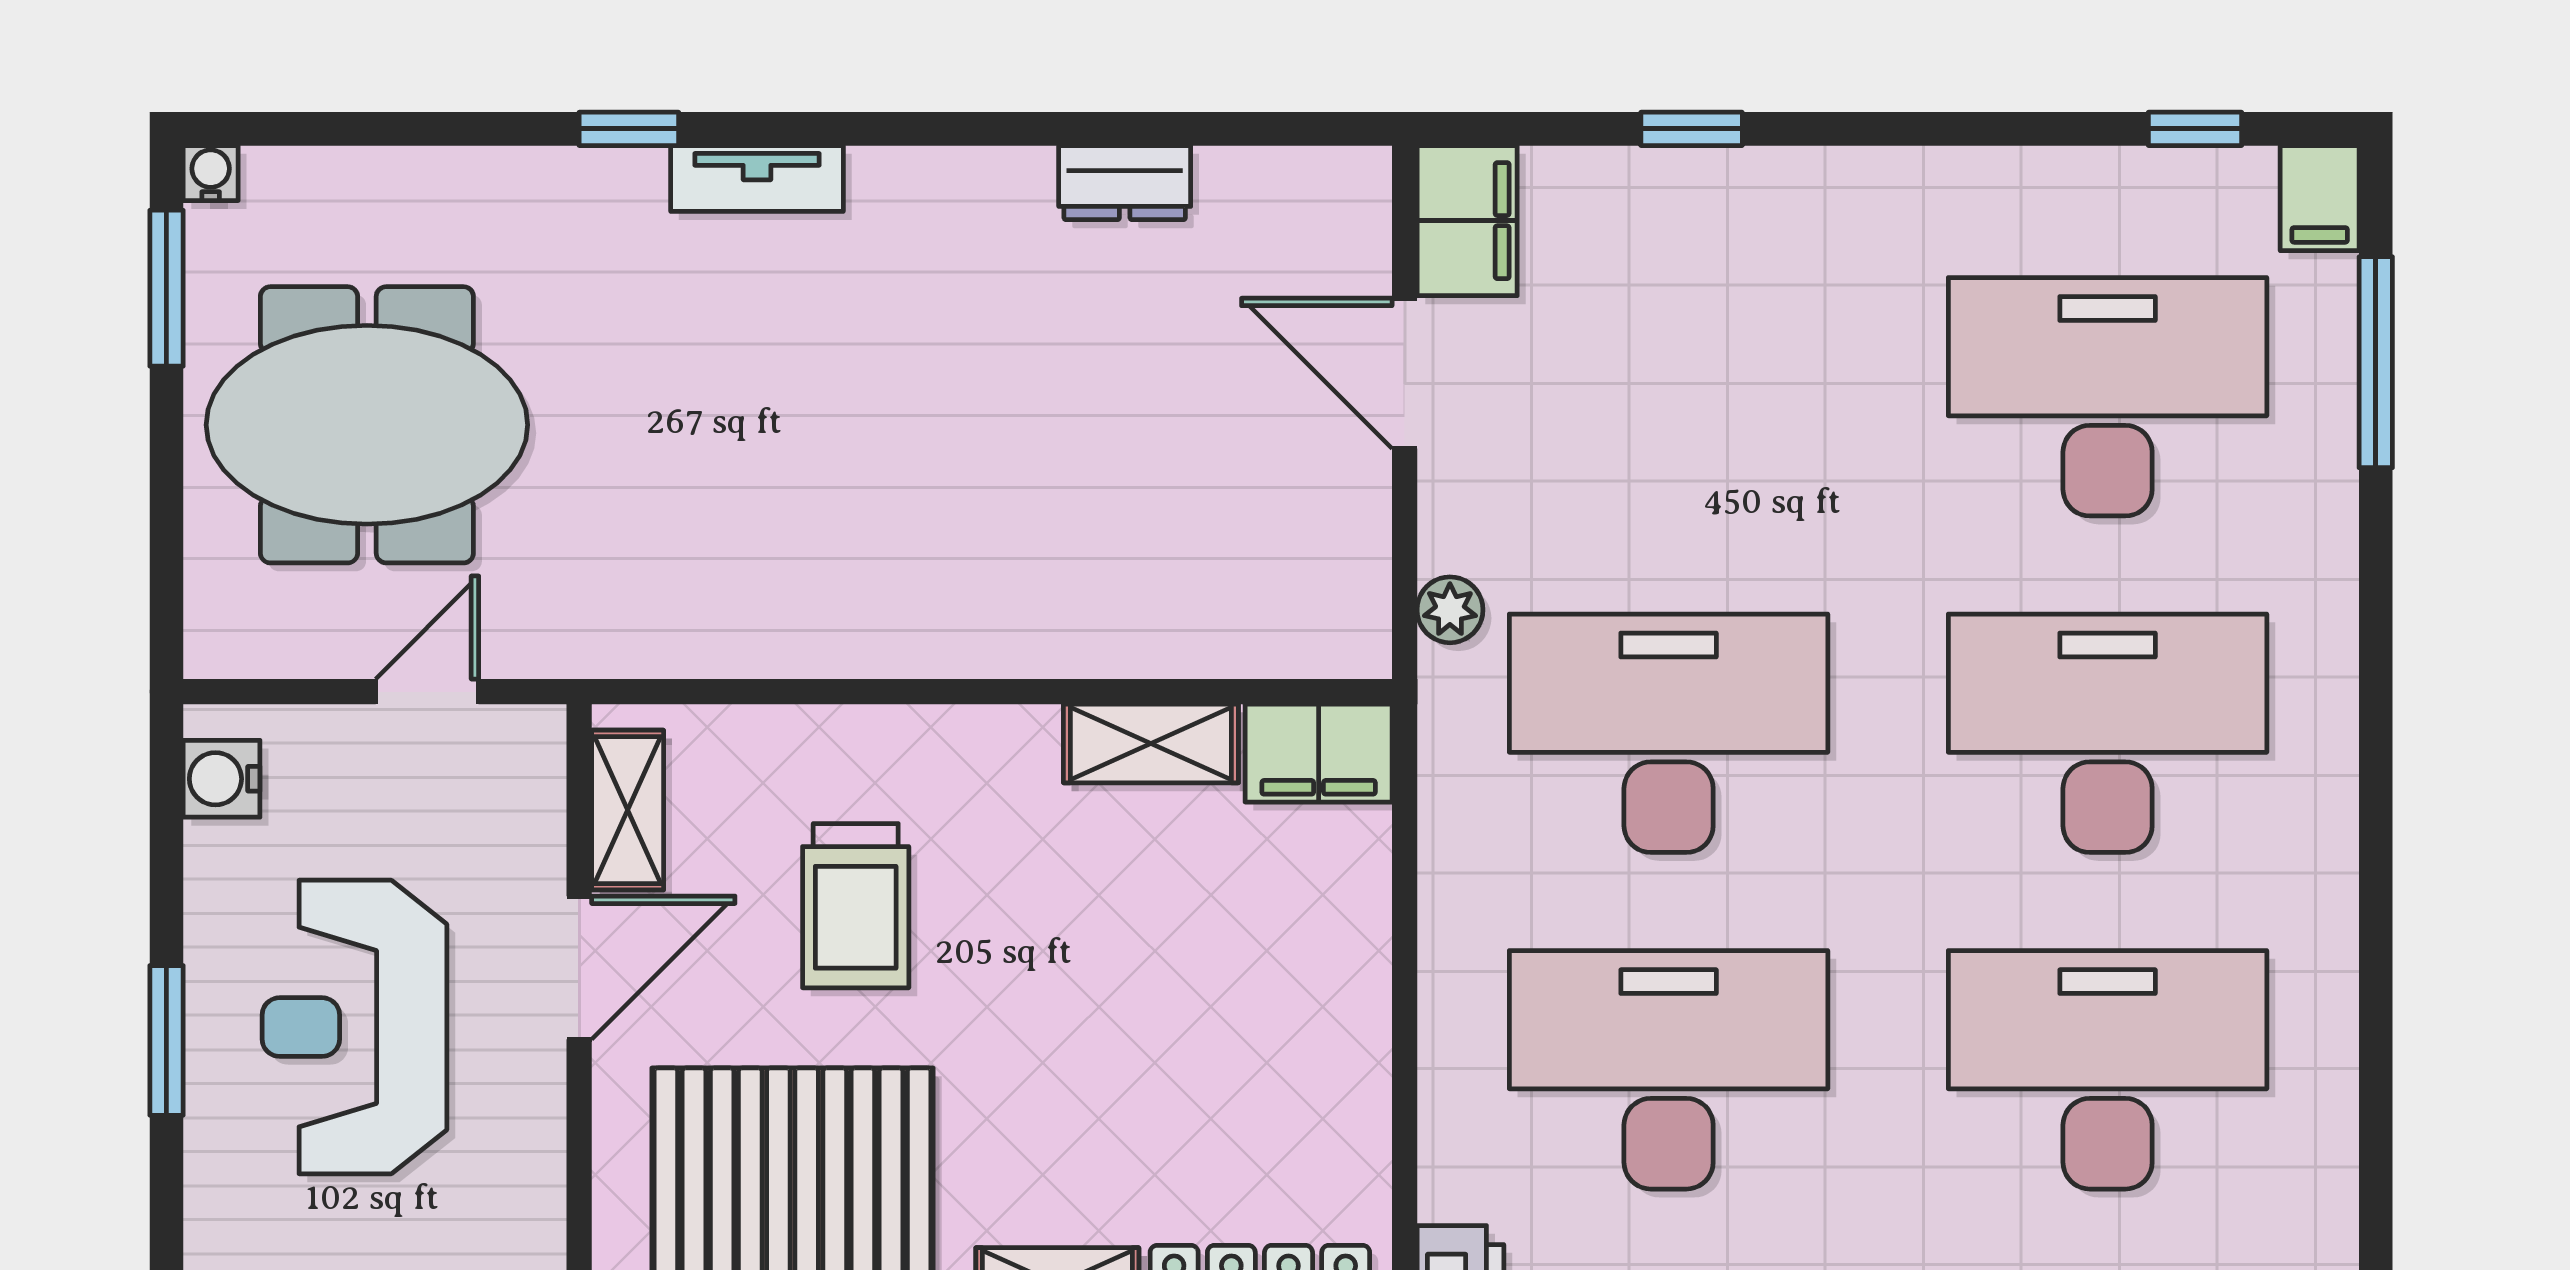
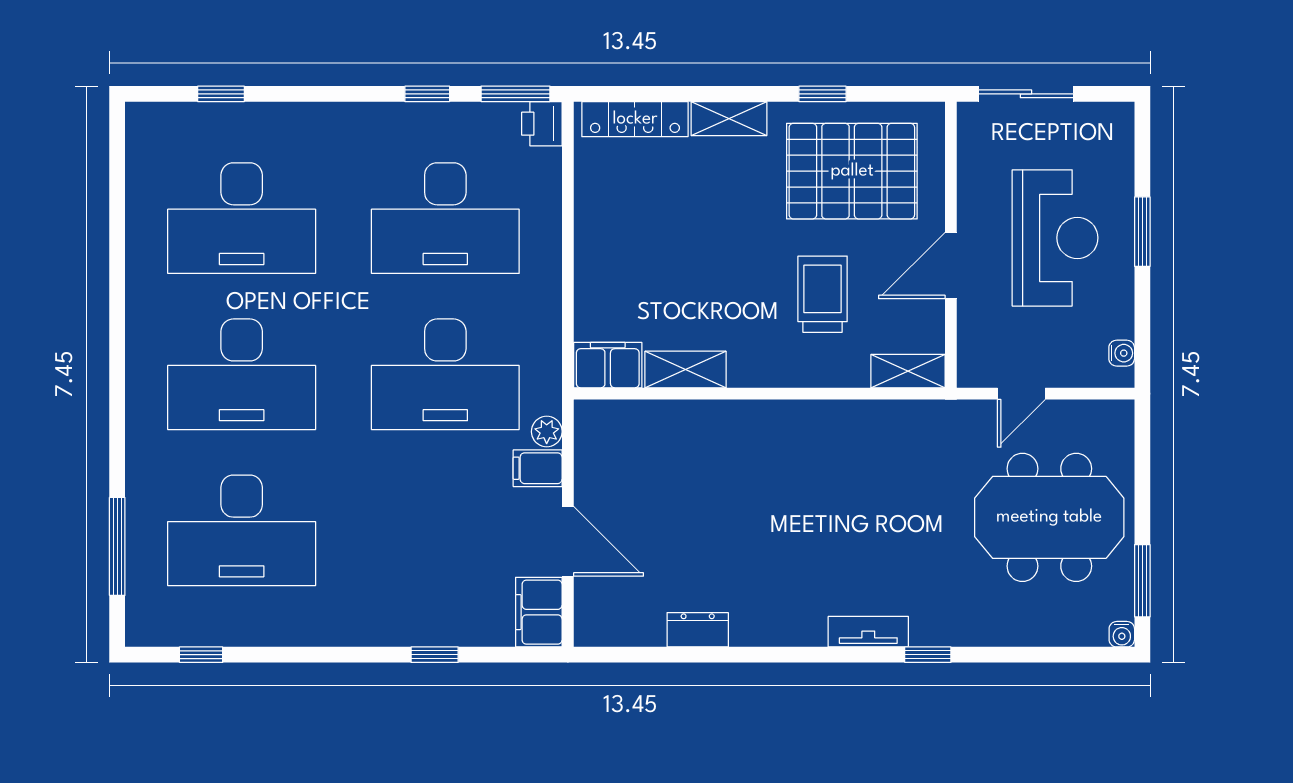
filing cabinet: (2320, 198) -> (538, 468), moved, turned -90
water cooler: (222, 779) -> (1122, 353), width x0.72, depth x0.72
shelving: (628, 810) -> (908, 371), moved, turned 90

